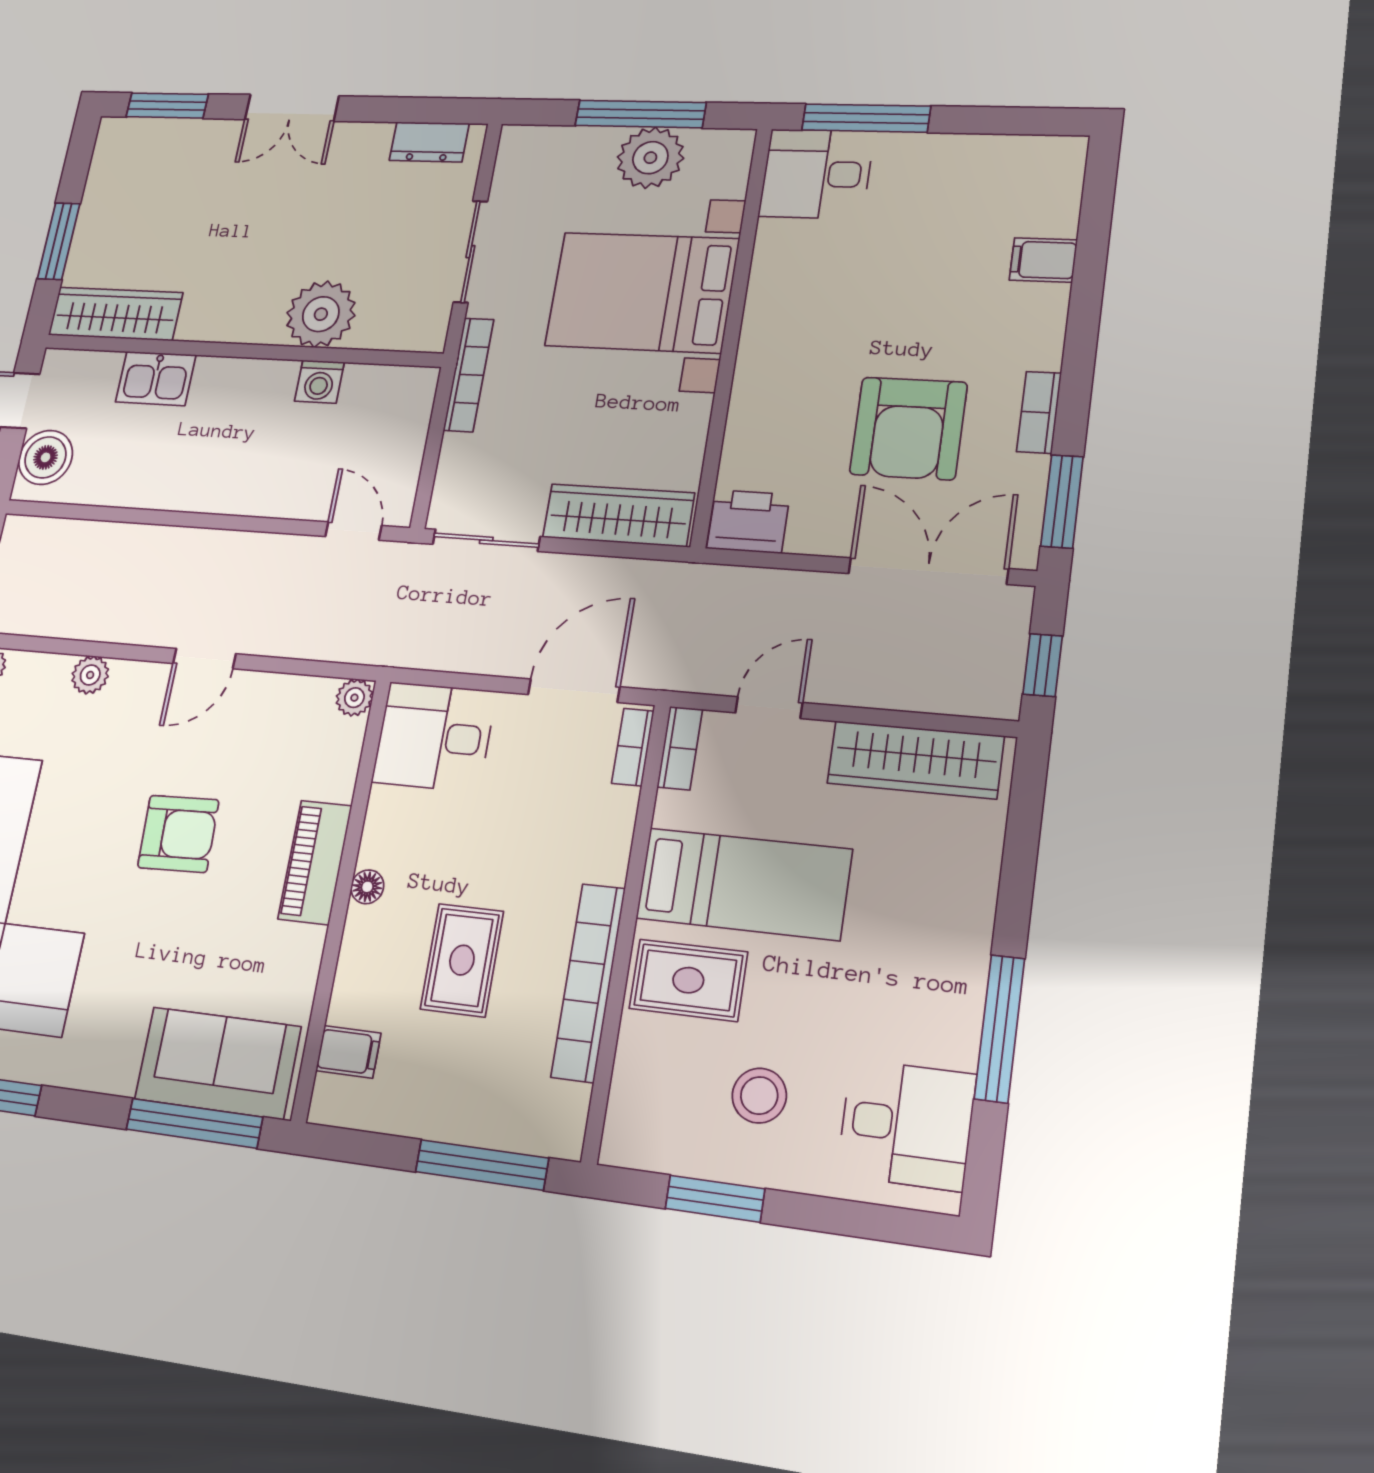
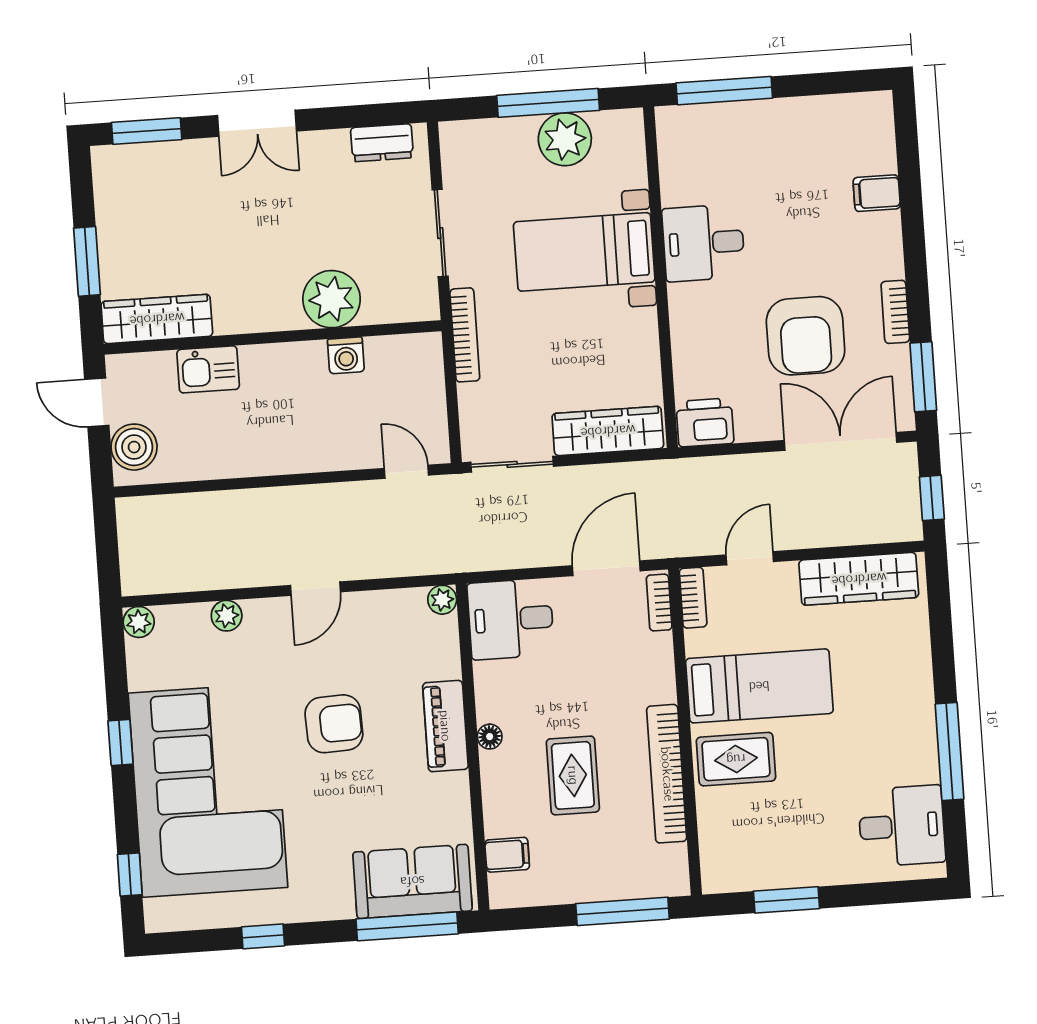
desk: (816, 174) -> (703, 243), moved
bed with nightstands: (642, 292) -> (584, 252), width x0.73
stool: (759, 1096) -> (801, 827), removed

